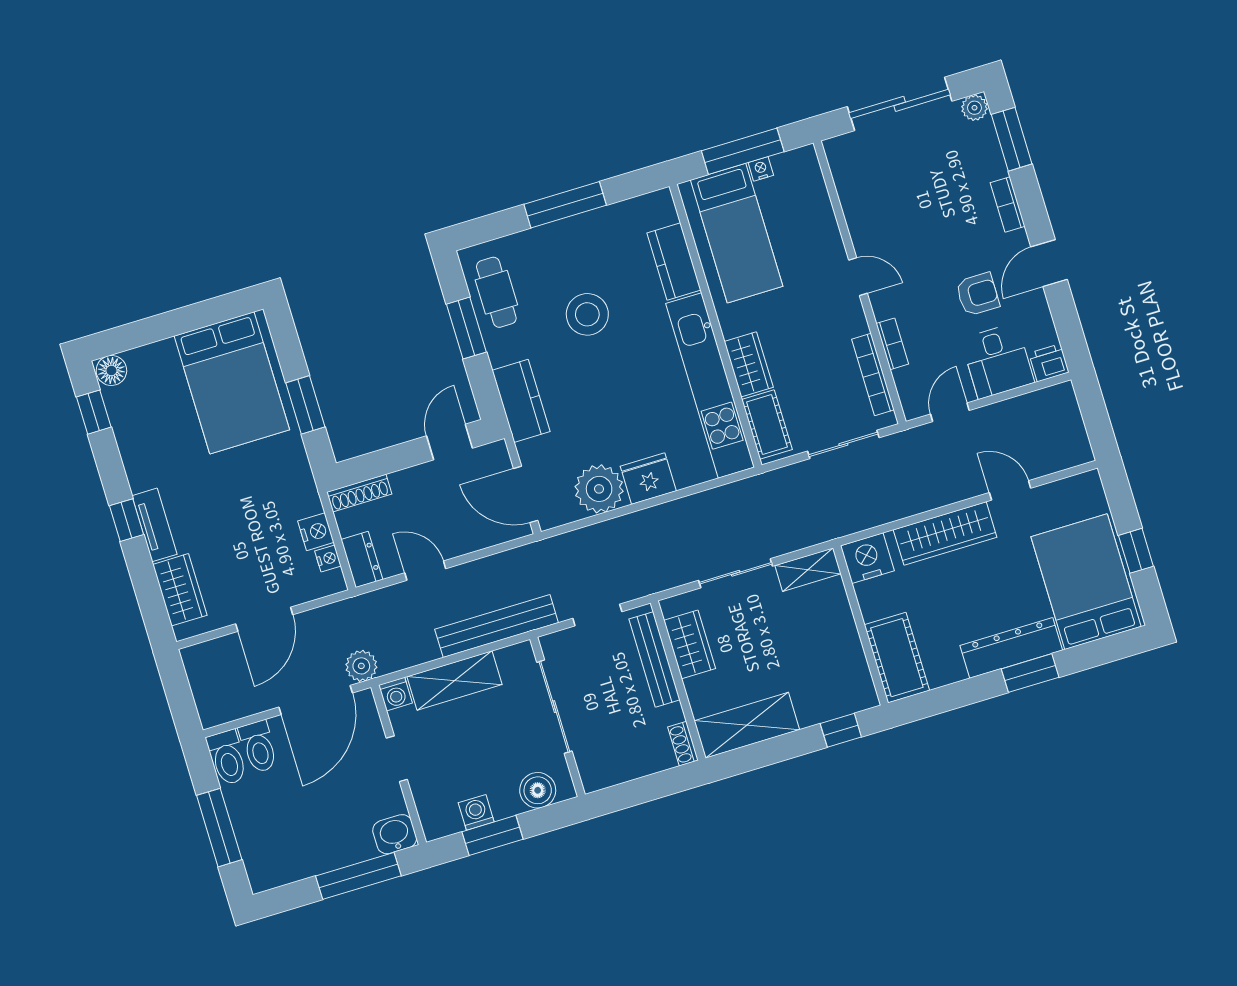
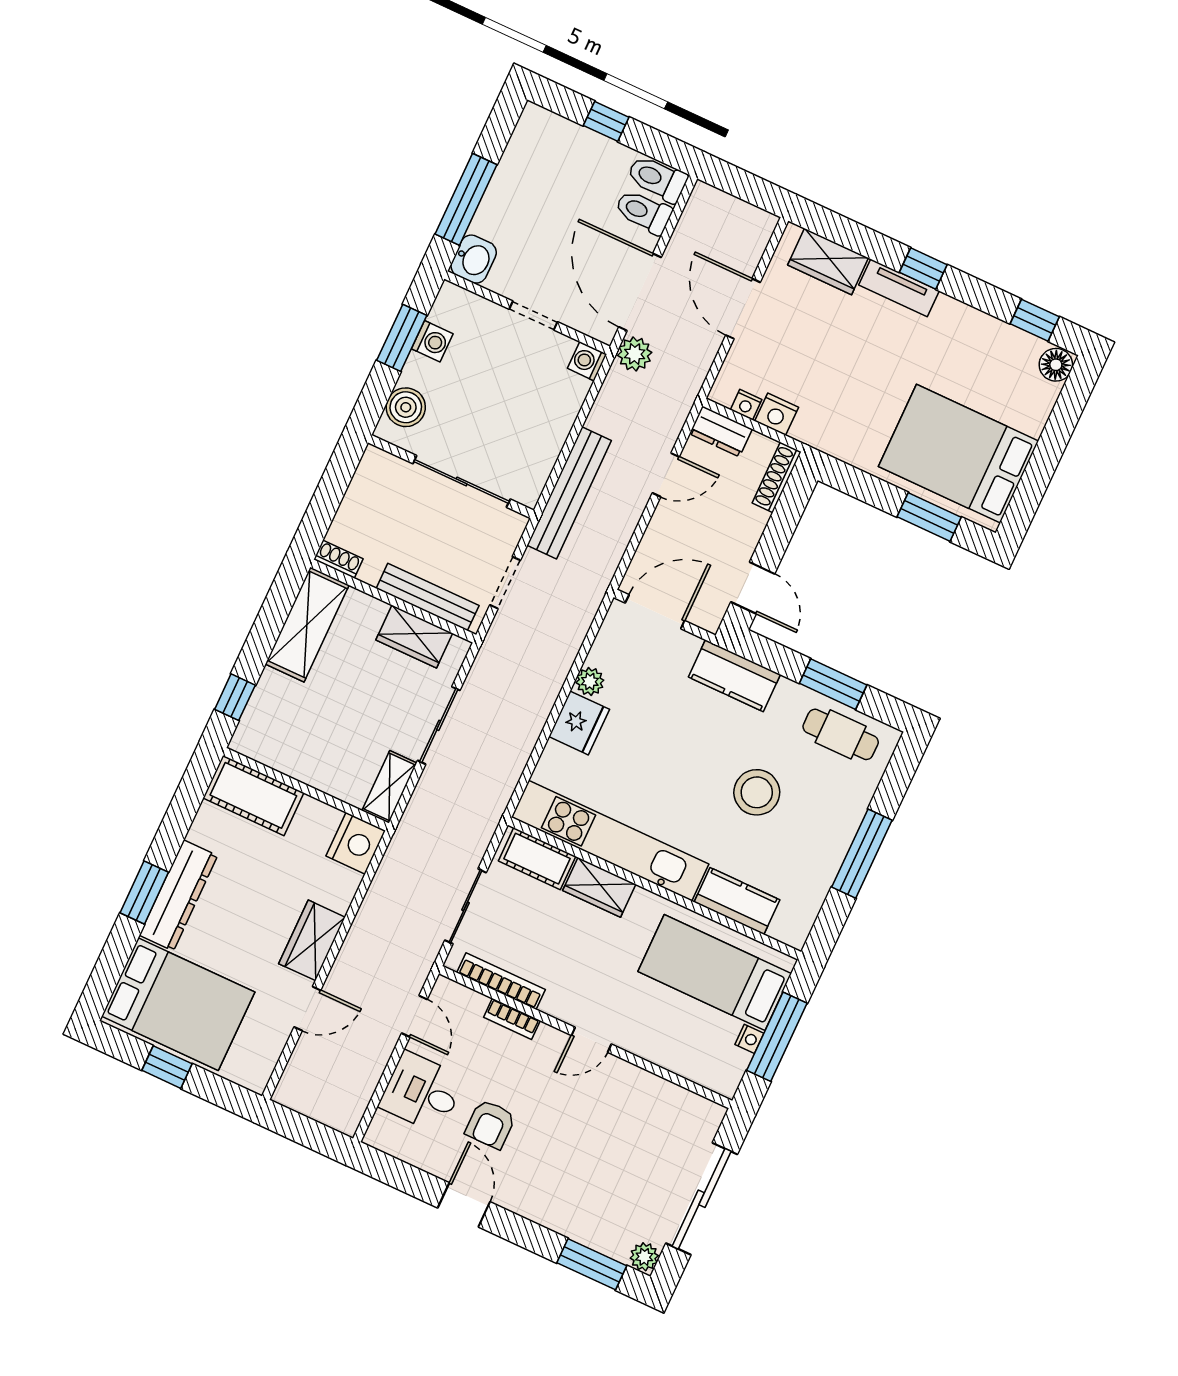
bookcase: (1008, 204) -> (542, 1214), removed
printer: (1049, 363) -> (383, 1133), removed
window: (305, 405) -> (929, 517), moved
plant: (599, 489) -> (590, 681), width x0.53, depth x0.53
wardrobe: (945, 533) -> (312, 940), width x0.67
shelving: (454, 681) -> (555, 419), removed
window: (219, 828) -> (606, 121), width x0.46

